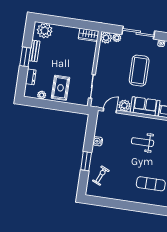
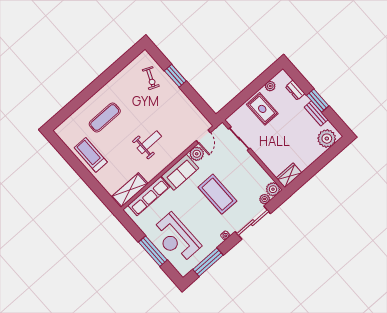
water cooler: (98, 141) -> (185, 102), removed

